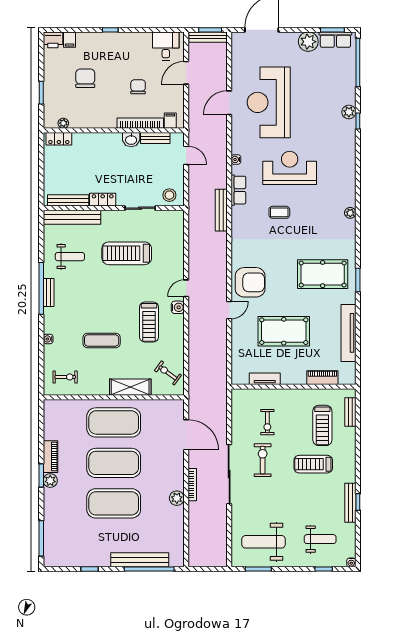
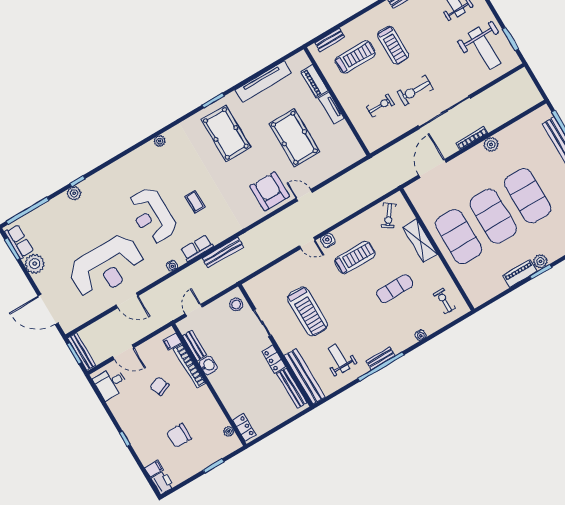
chair: (138, 87) -> (160, 386), turned 67
exercise mat: (102, 340) -> (395, 289), turned 90
tv unit: (265, 379) -> (332, 108), moved

